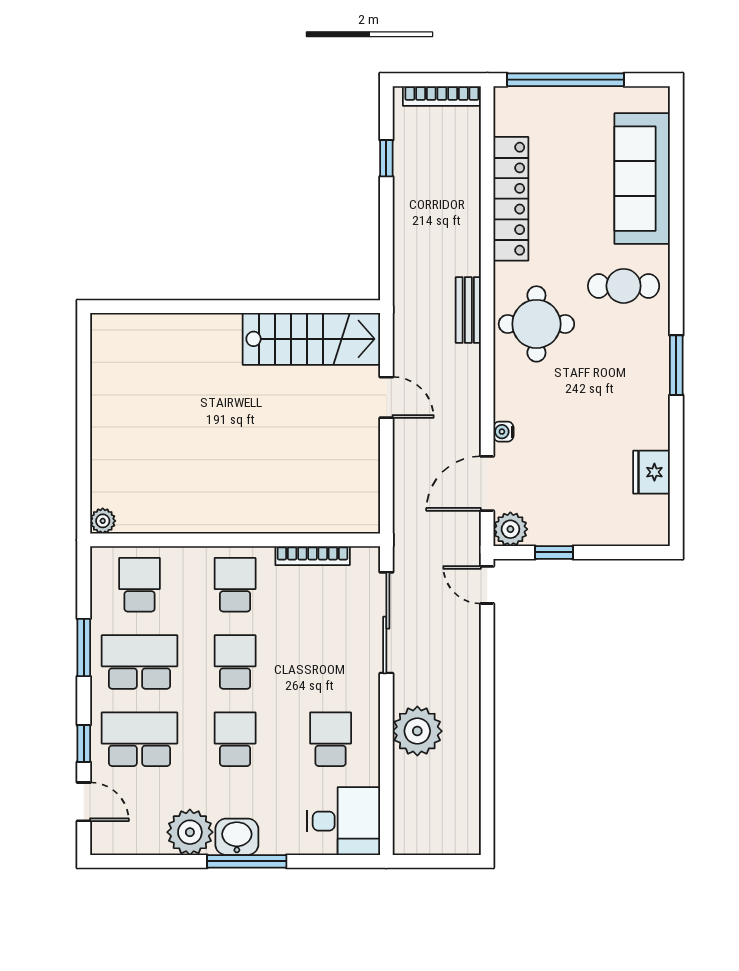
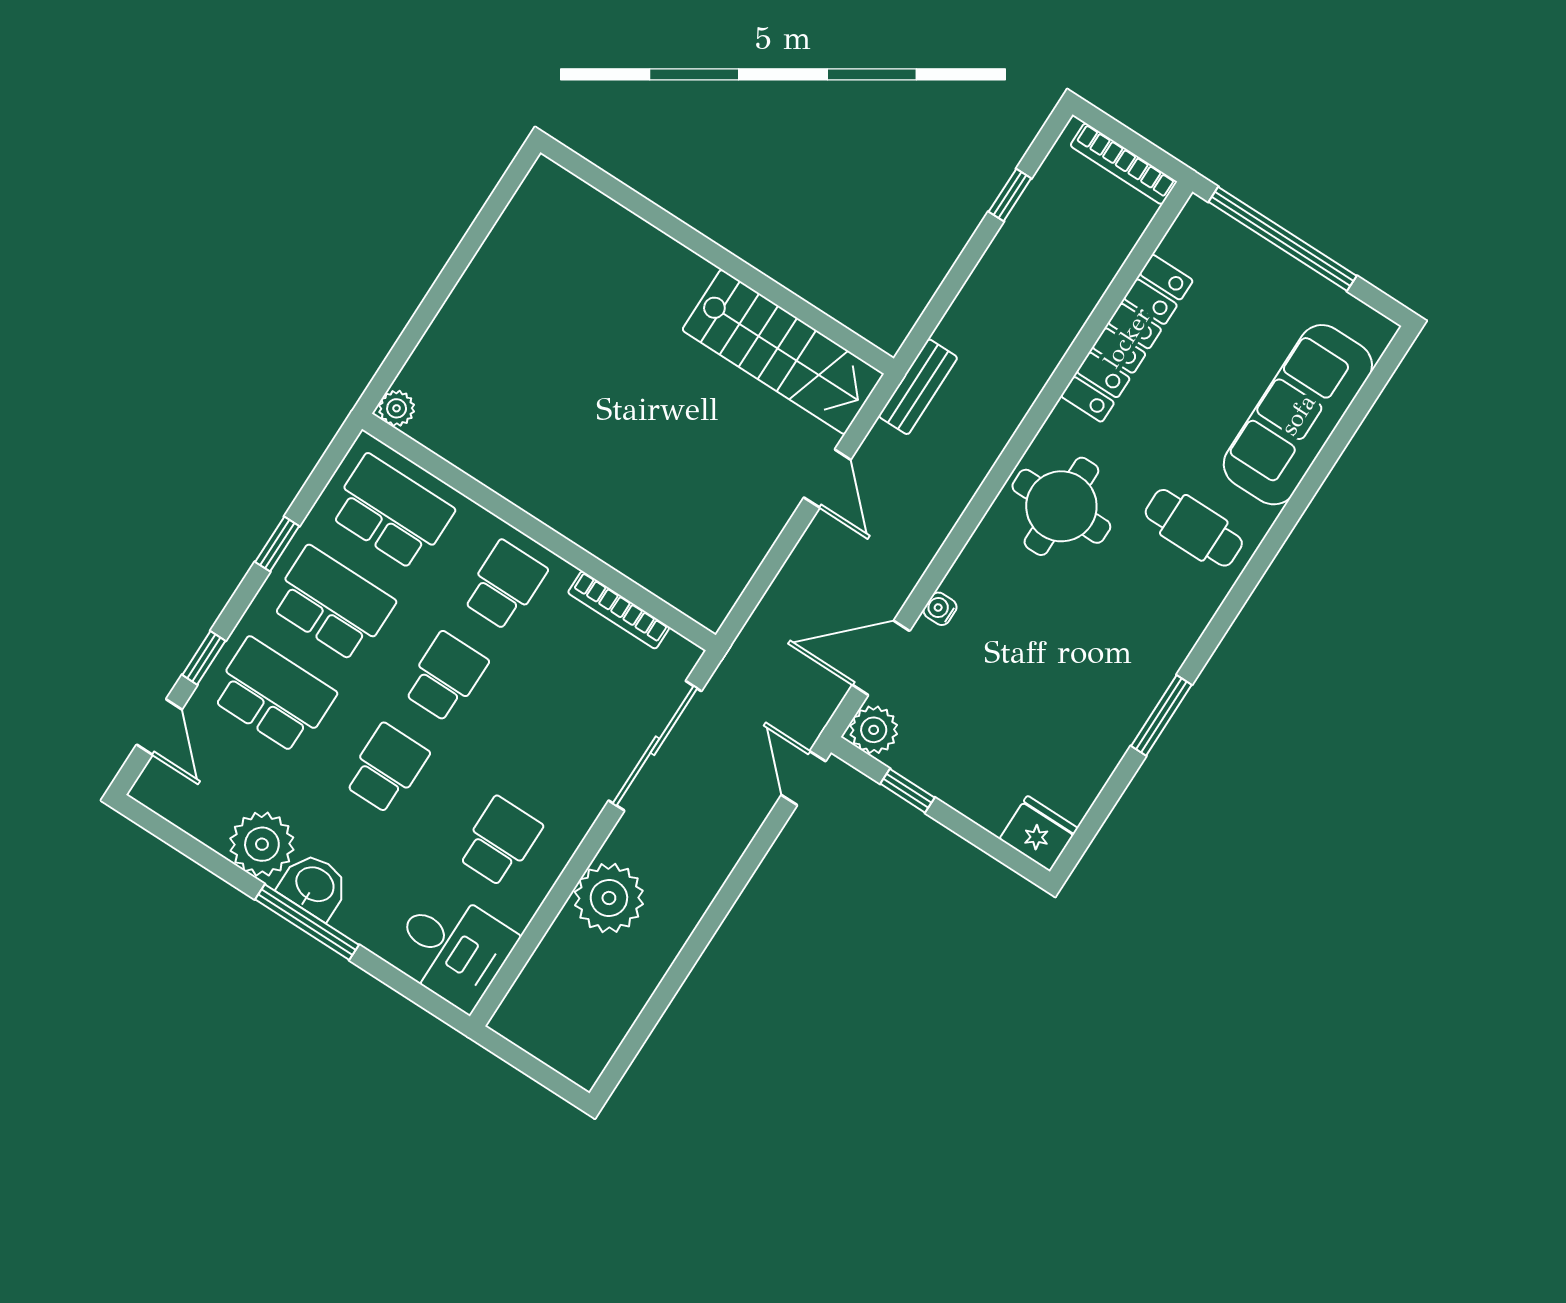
bench: (468, 310) -> (918, 387), moved
window: (676, 365) -> (1161, 715), moved
fridge: (651, 472) -> (1039, 834), moved, turned 90
school desk: (140, 585) -> (391, 512), width x1.85
window: (84, 648) -> (277, 544), width x0.67

